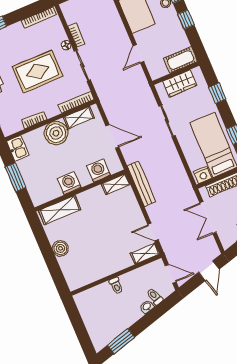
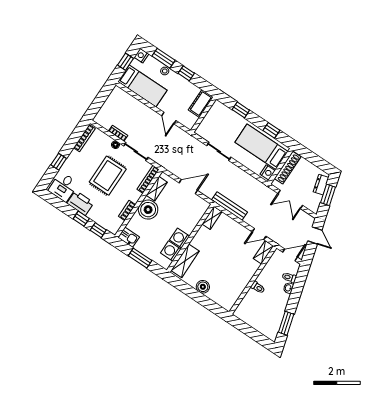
wardrobe: (180, 83) -> (211, 120), removed
washing machine: (99, 171) -> (171, 251), moved

